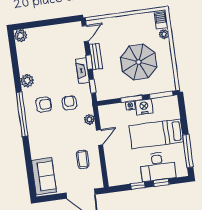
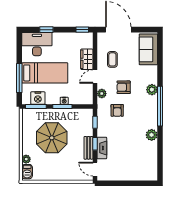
door: (85, 34) -> (95, 169), hinge flipped
plant: (21, 36) -> (152, 90), moved
fireplace: (83, 70) -> (102, 148), moved
armchair: (44, 105) -> (124, 87), moved
nightstand: (144, 107) -> (38, 98), moved
window: (188, 151) -> (19, 78), moved
wardrobe: (111, 156) -> (87, 59), added
desk: (158, 167) -> (37, 44), moved
window: (138, 186) -> (82, 30), moved

